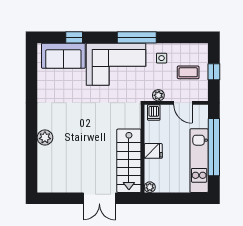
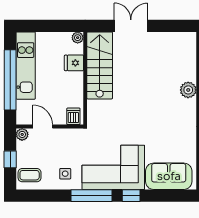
window: (74, 37) -> (131, 196), moved
coffee table: (188, 72) -> (30, 175), moved
plant: (158, 95) -> (22, 134), moved
fridge: (153, 151) -> (74, 63), moved

